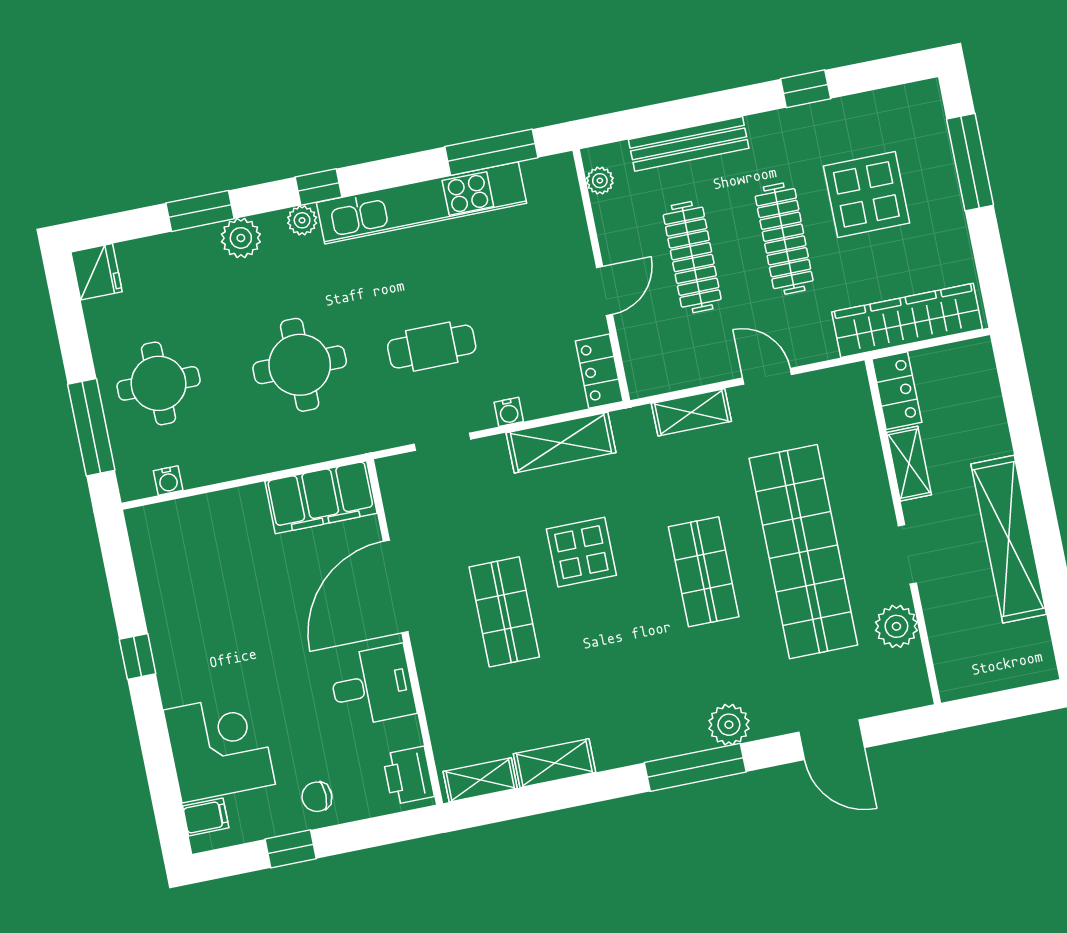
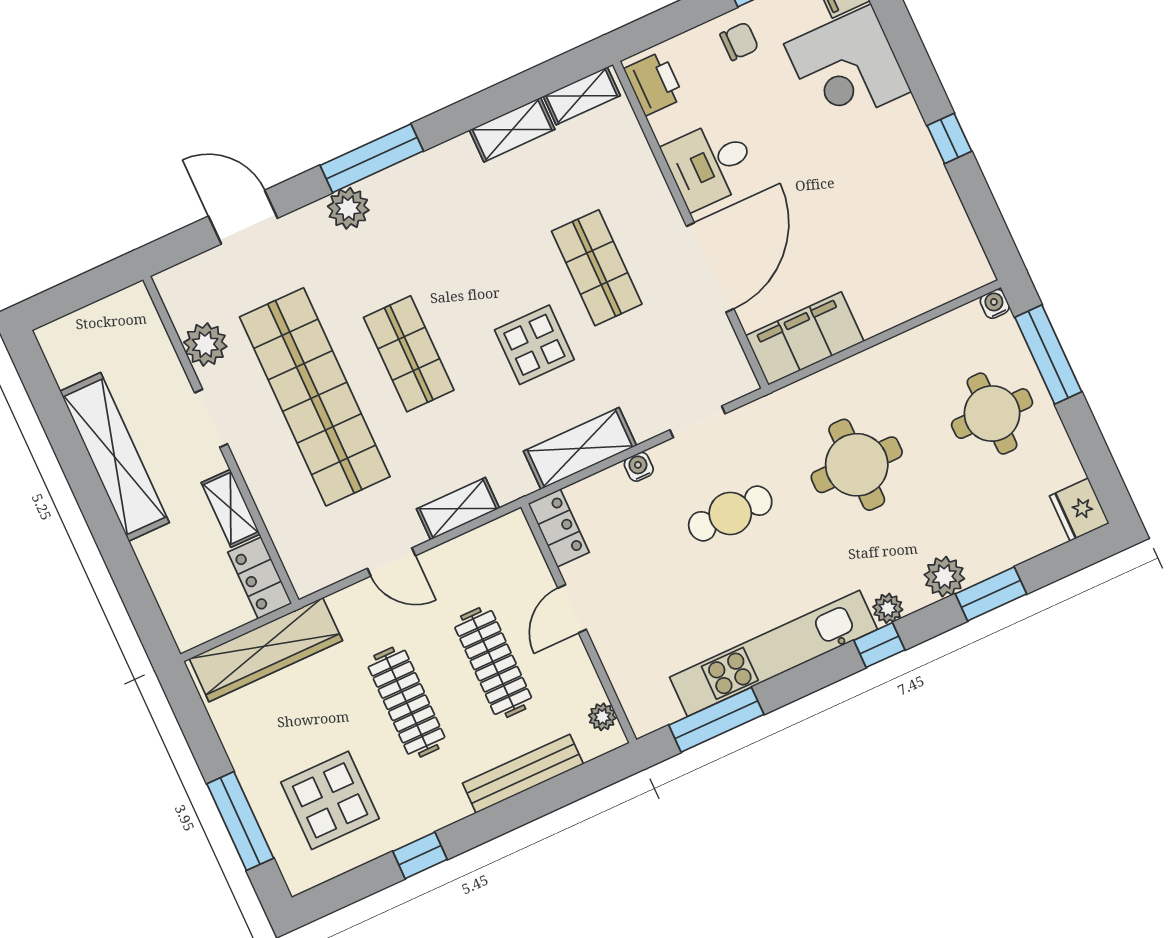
display table: (866, 194) -> (330, 800), moved
water cooler: (168, 480) -> (995, 304), moved

